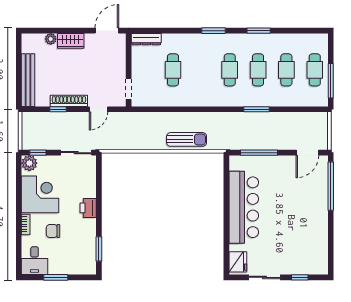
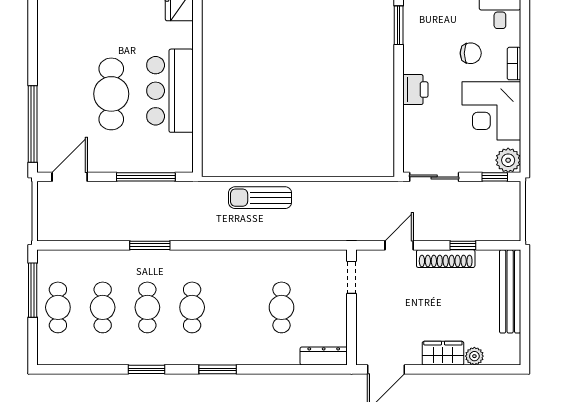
cafe table: (281, 205) -> (111, 94), added
bar counter: (244, 207) -> (170, 91), width x0.73

